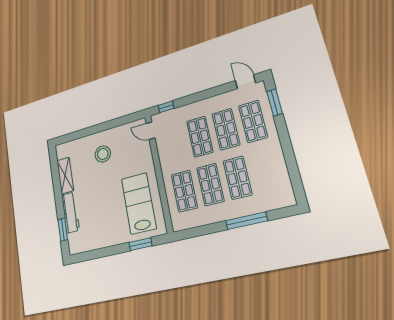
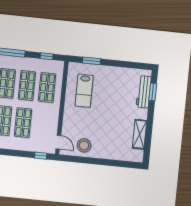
stool: (103, 154) -> (84, 145), moved
lab bench: (139, 203) -> (84, 91), width x0.73, depth x0.72
workbench: (70, 212) -> (144, 92), moved
window: (197, 232) -> (47, 56), added

